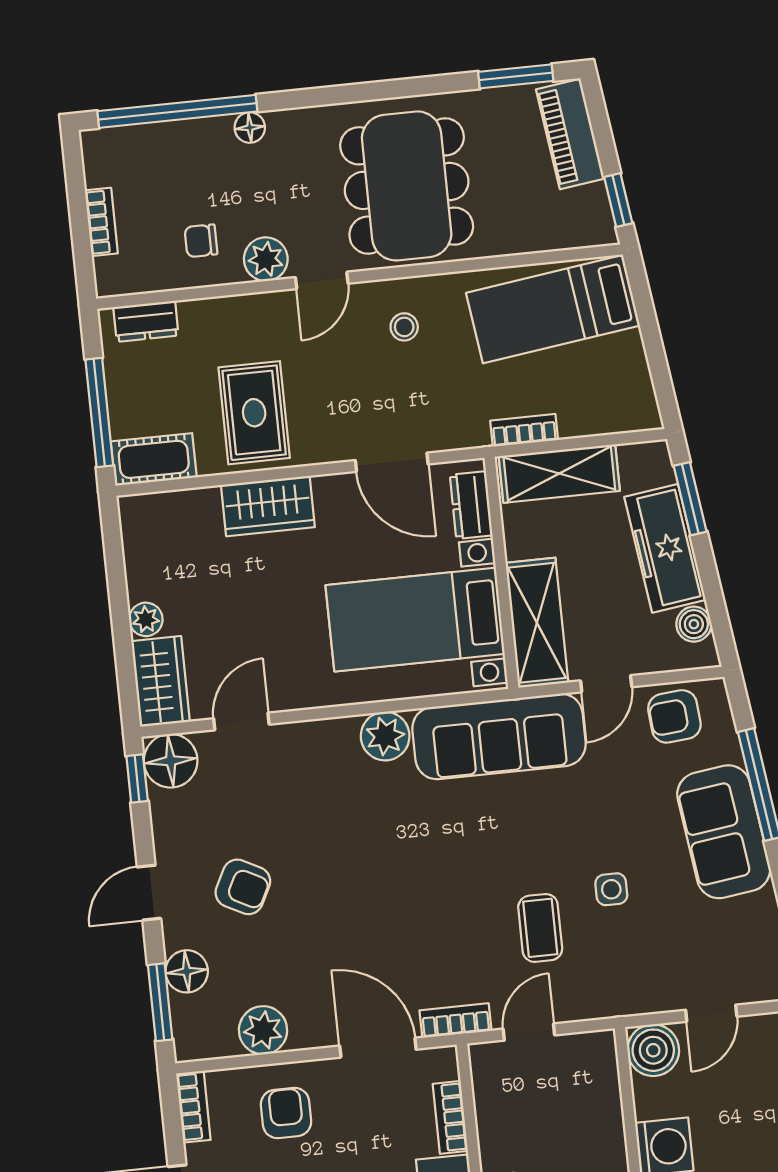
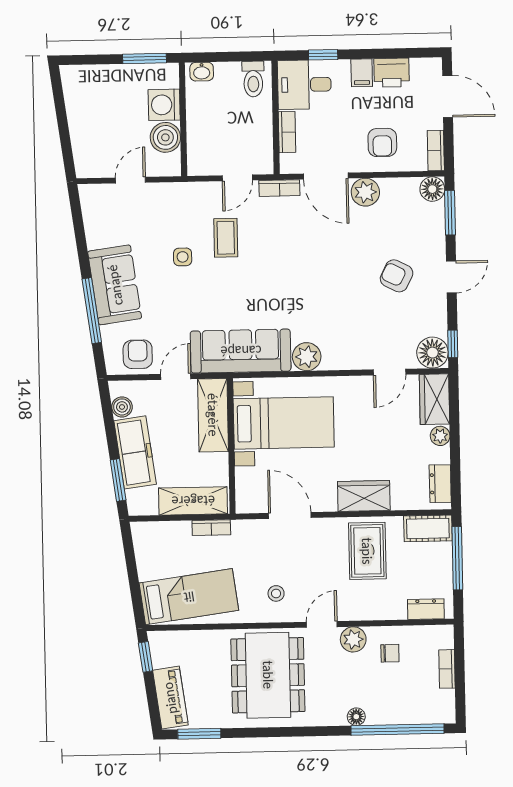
dresser: (471, 505) -> (440, 484), moved, turned 180
armchair: (674, 716) -> (138, 354), turned -85
floor lamp: (187, 971) -> (432, 189), moved
plant: (263, 1030) -> (365, 192), moved
boiler: (653, 1050) -> (165, 137), moved

